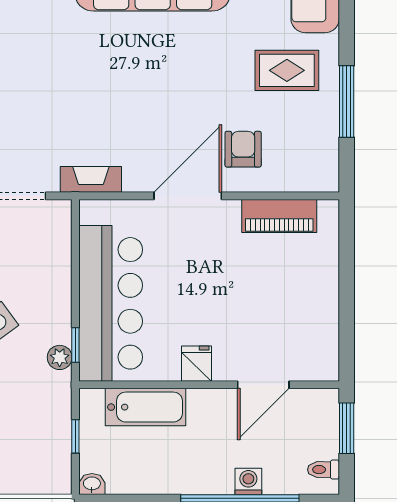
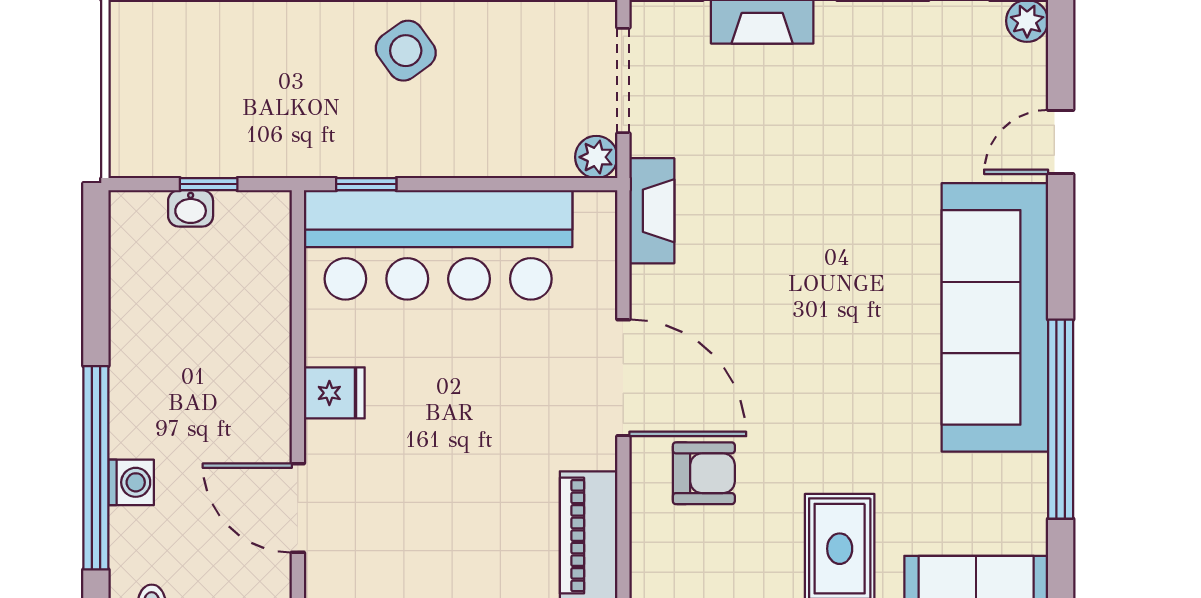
plant: (60, 357) -> (596, 157), moved
bathtub: (145, 407) -> (259, 305), removed
washbasin: (92, 484) -> (191, 208), moved, turned 90

